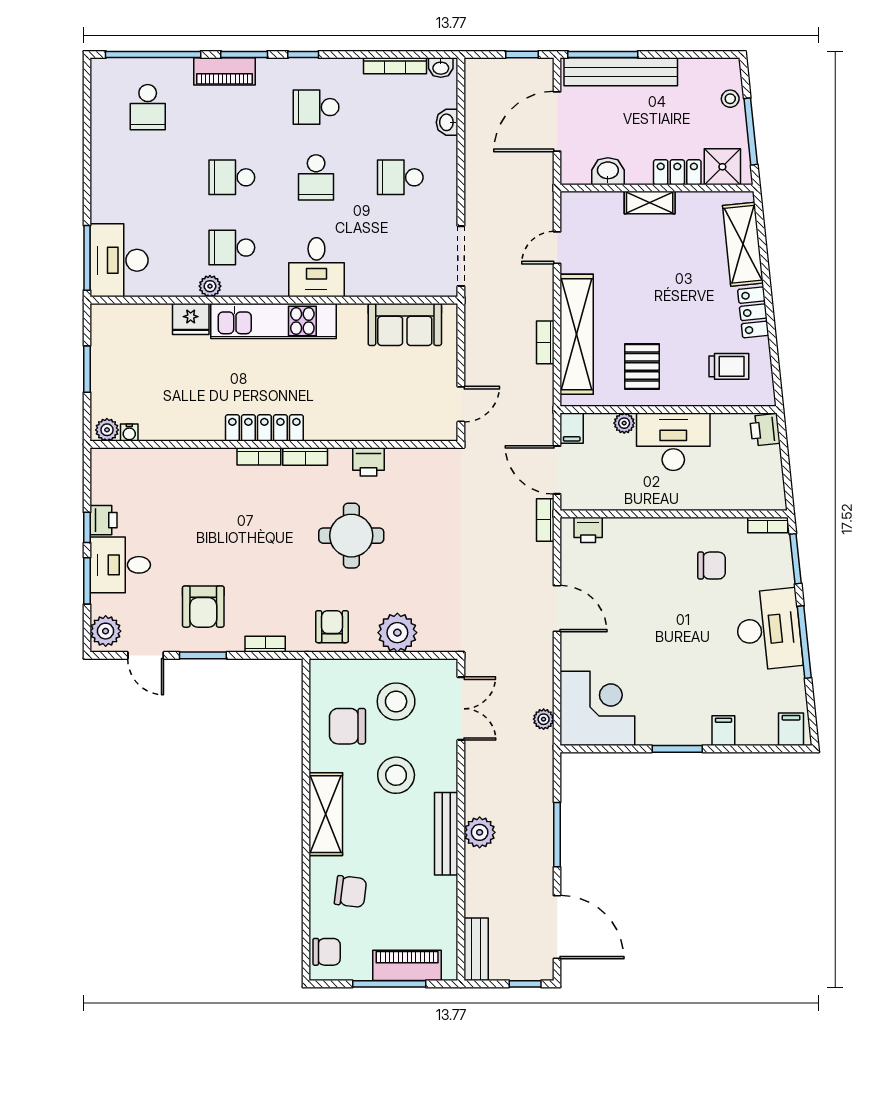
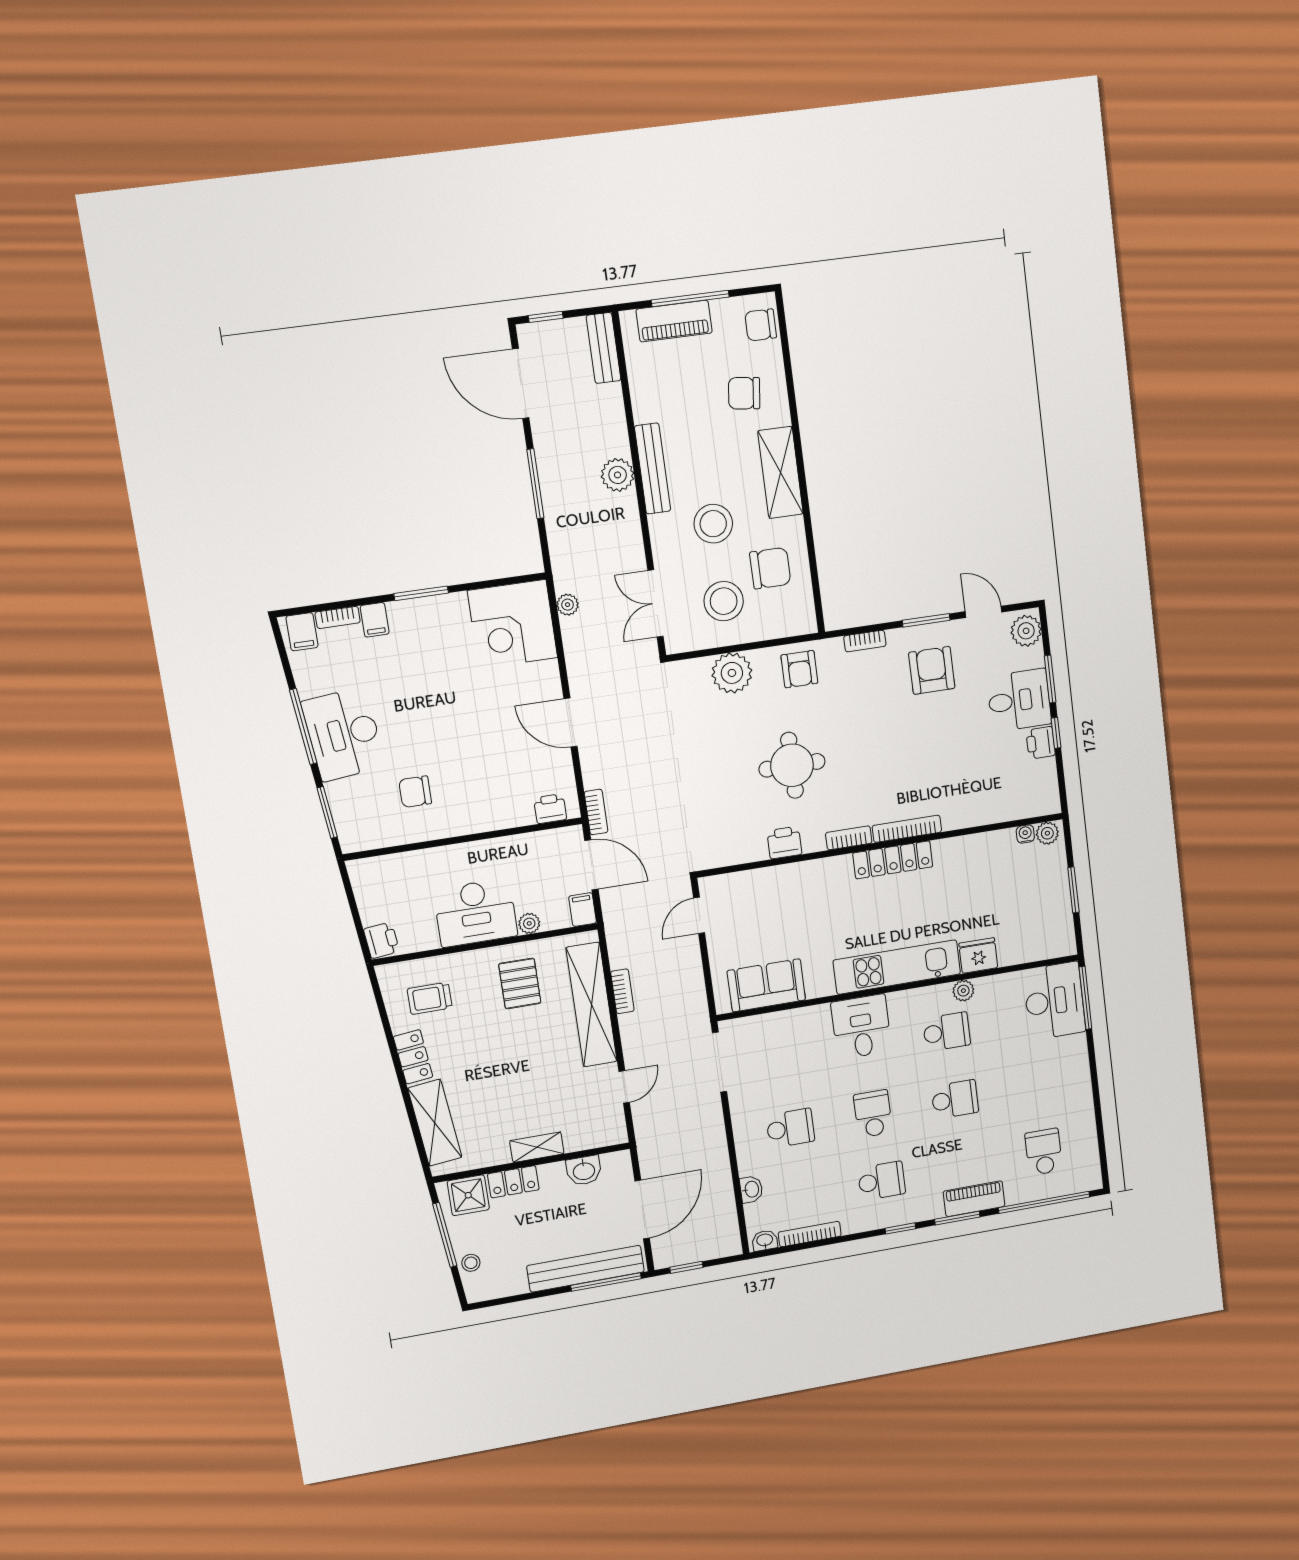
bookcase: (259, 456) -> (907, 829), width x1.56
bookcase: (768, 525) -> (338, 617), moved, turned 180

